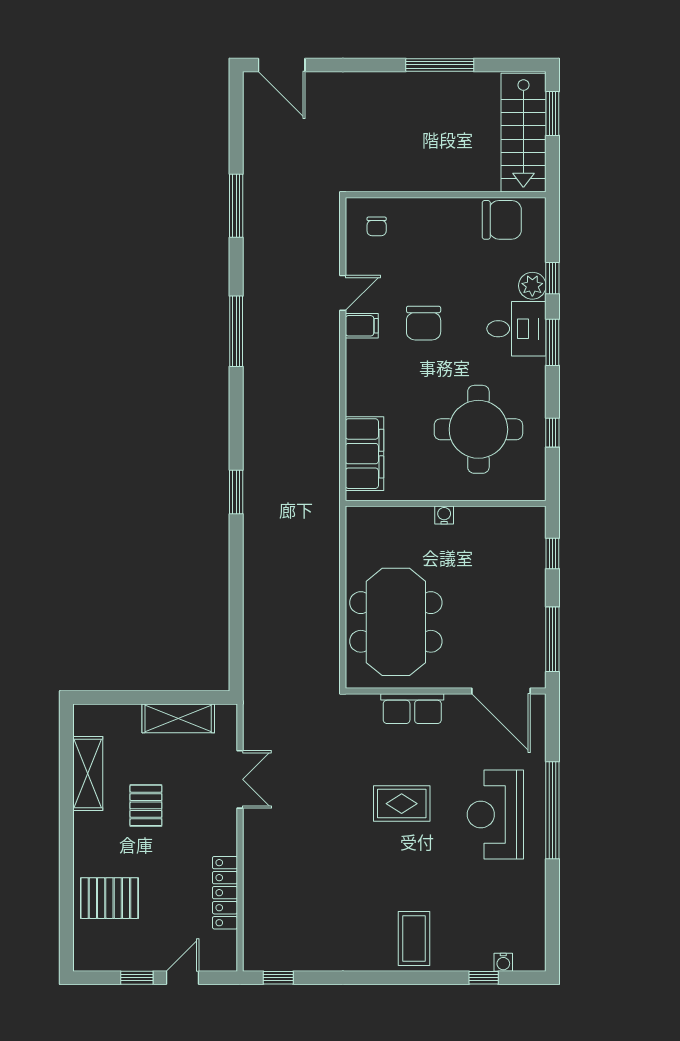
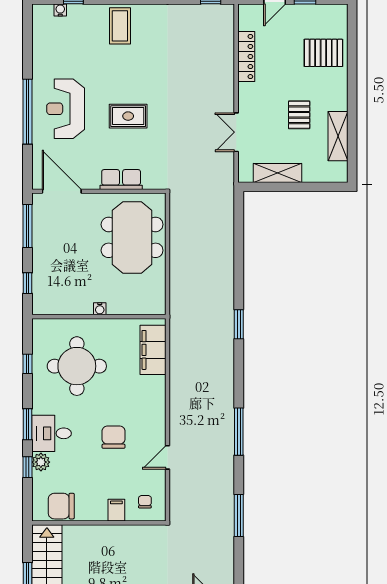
filing cabinet: (362, 326) -> (116, 510), moved, turned 90
reception desk: (495, 815) -> (66, 109), turned 180

